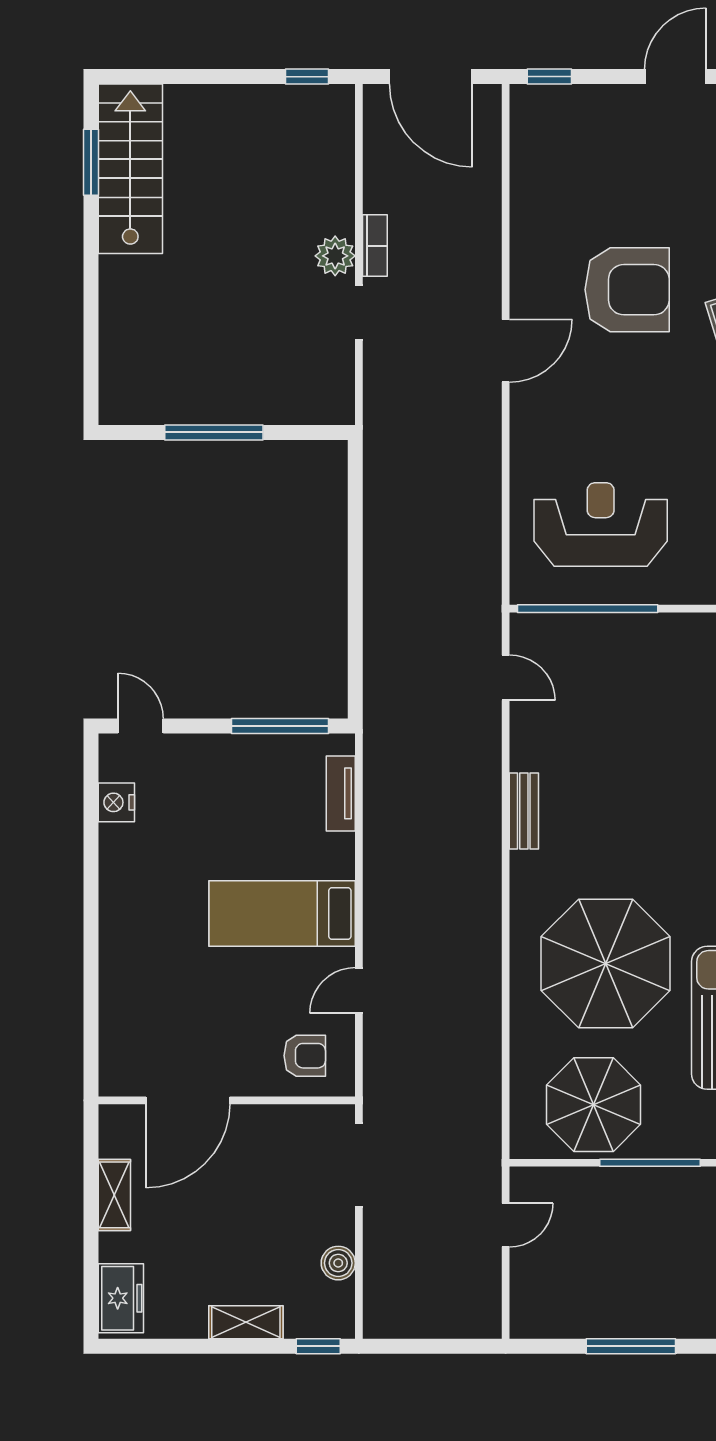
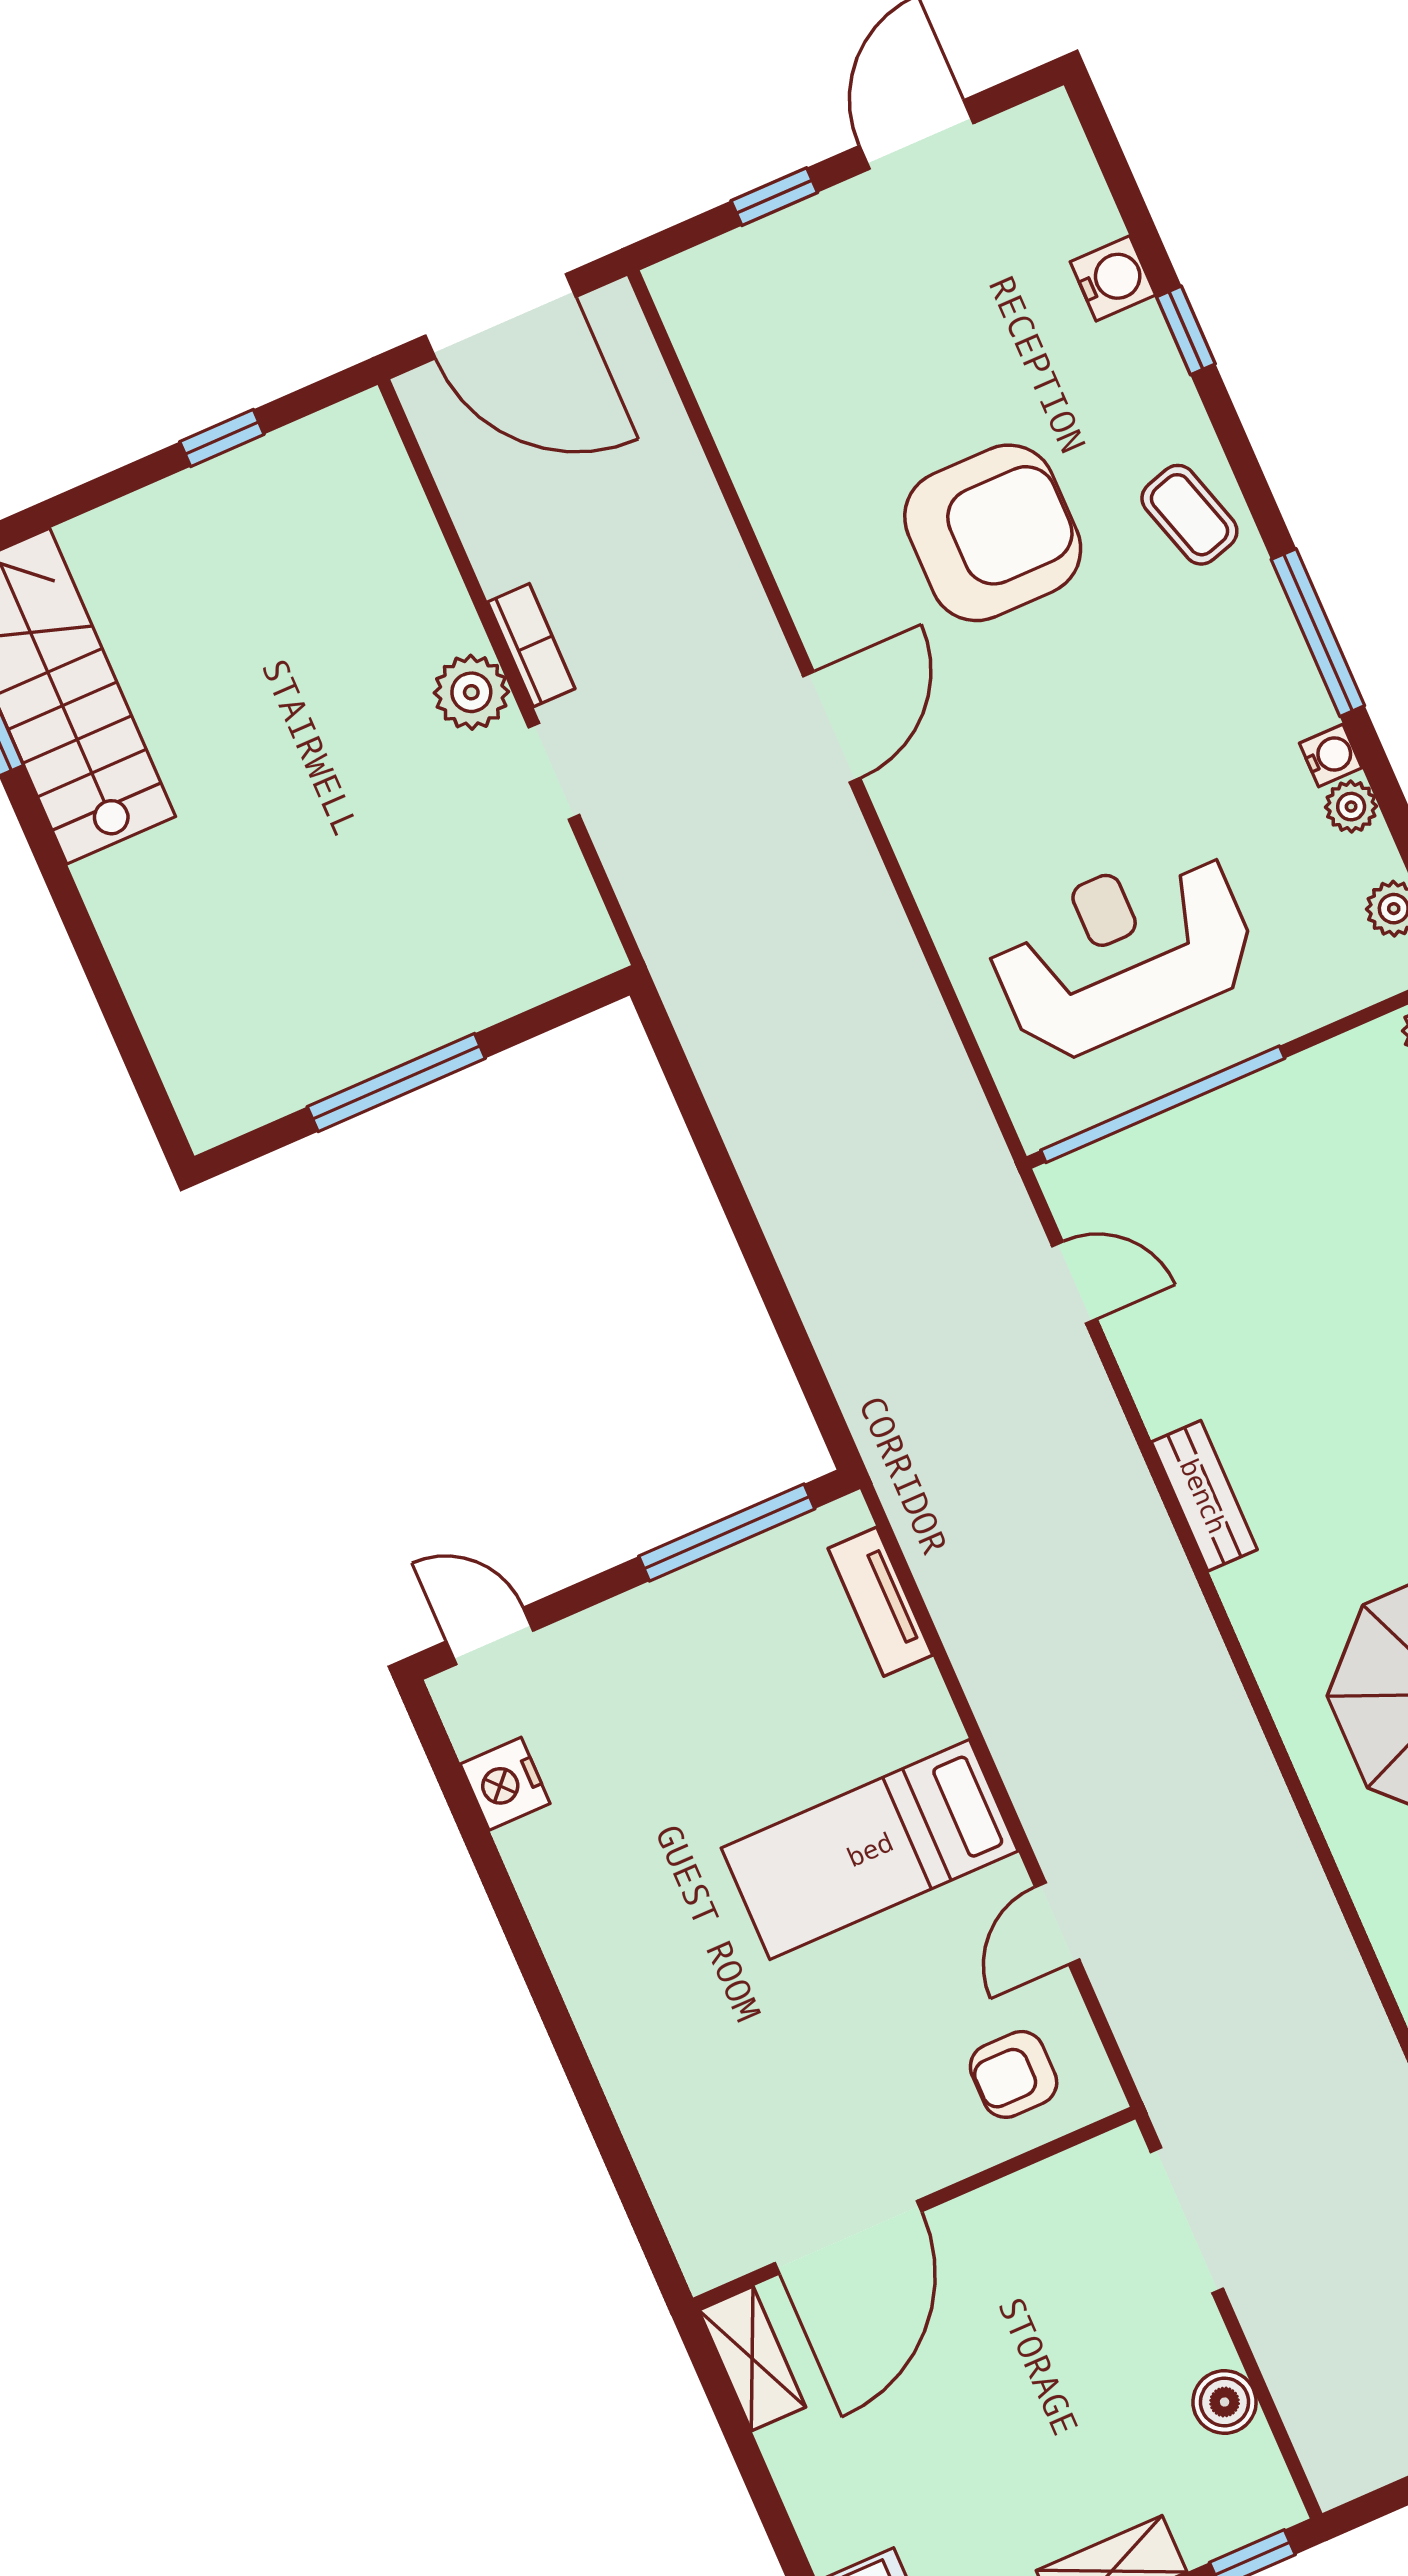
window: (307, 77) -> (222, 438), moved
window: (549, 77) -> (774, 197), moved
armchair: (305, 1056) -> (1014, 2074), turned 180
shelving: (114, 1195) -> (752, 2359), moved

